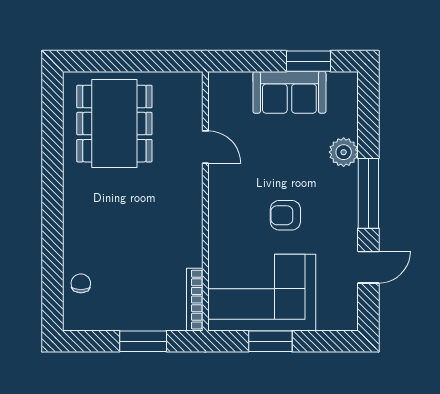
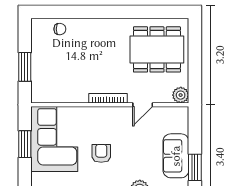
plant: (189, 85) -> (181, 95), added
bookcase: (195, 300) -> (108, 98), moved

